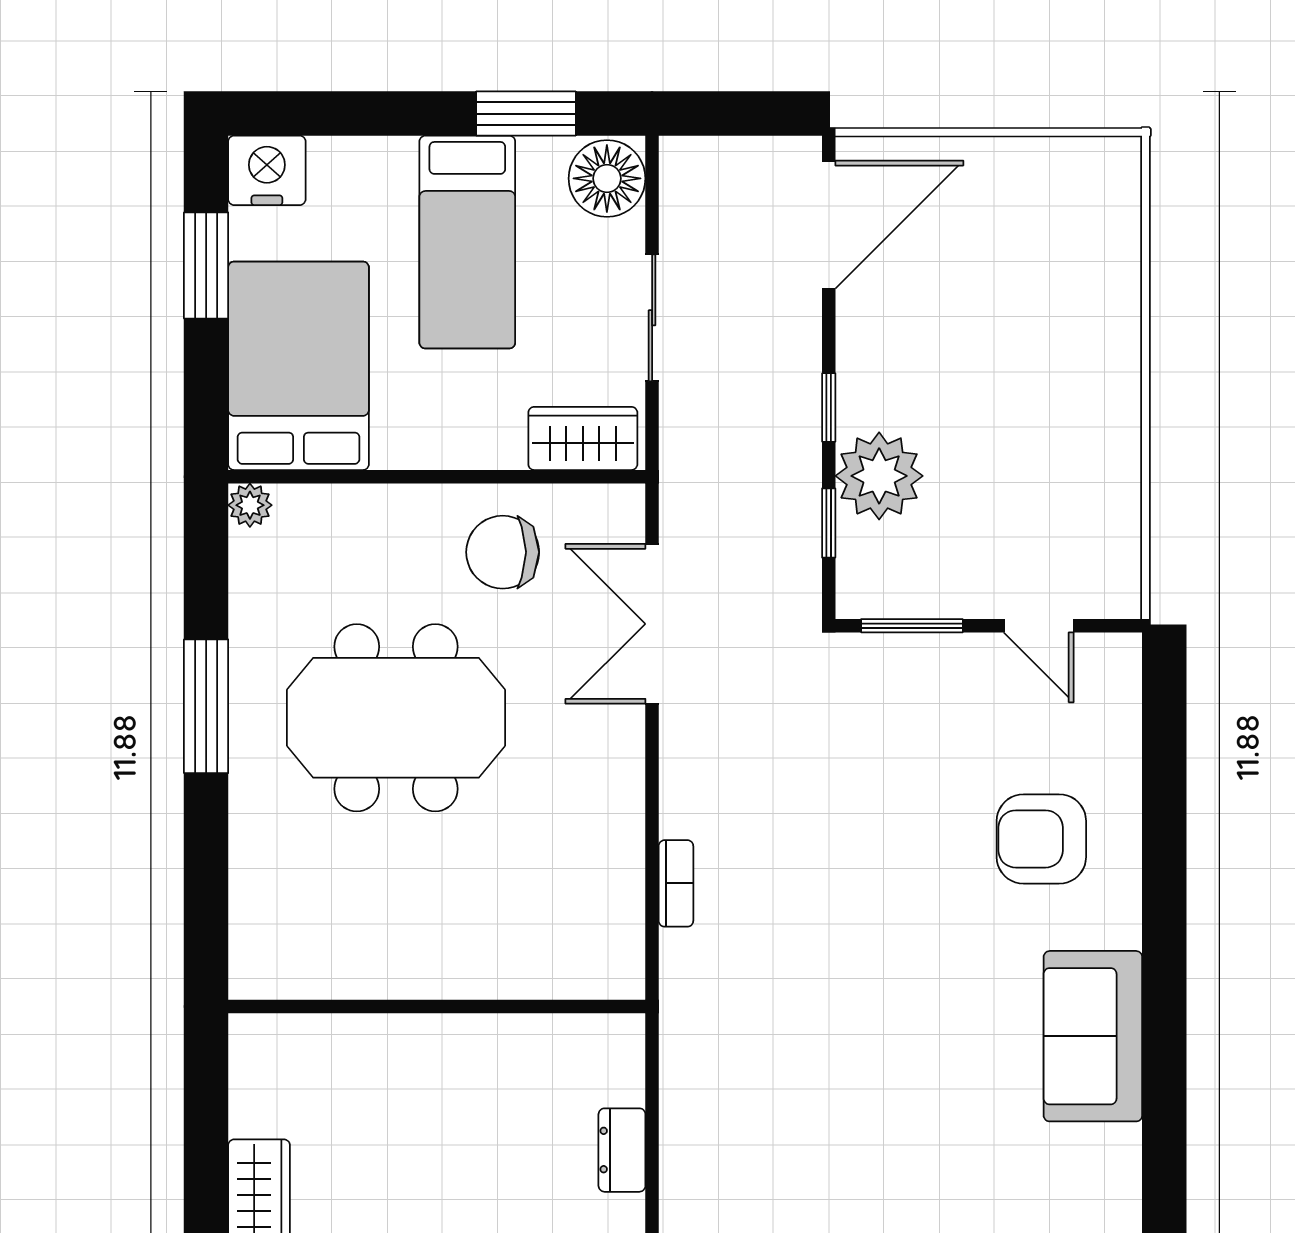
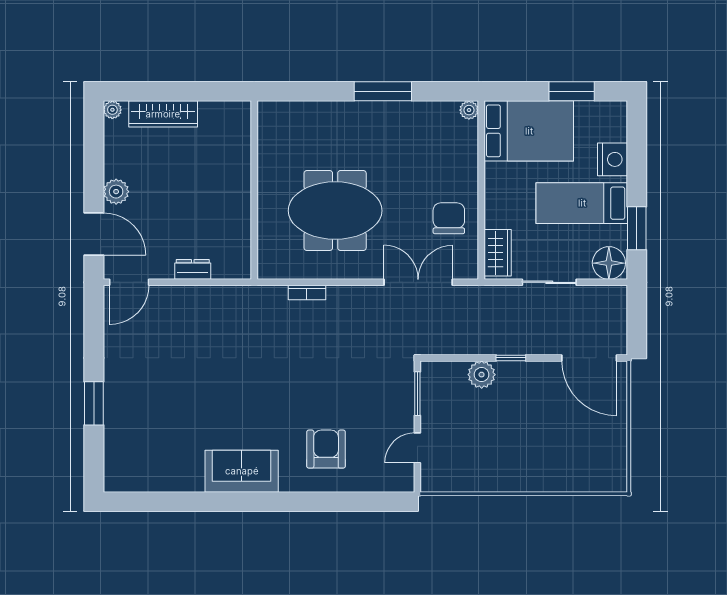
nightstand: (267, 170) -> (612, 159), moved
plant: (879, 476) -> (482, 375), width x0.73, depth x0.73
window: (829, 523) -> (461, 358), removed
meeting table: (396, 718) -> (335, 211), moved, turned 90

